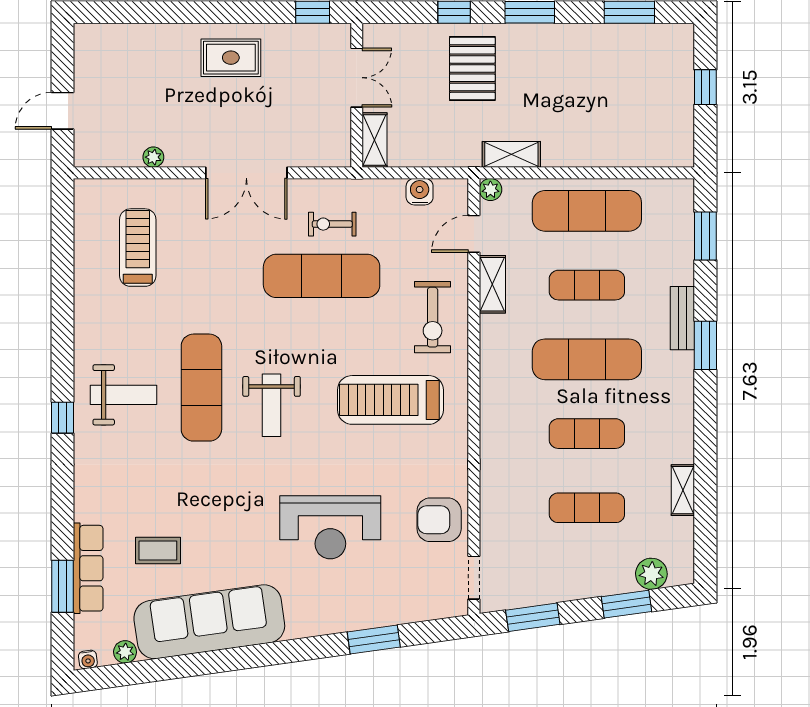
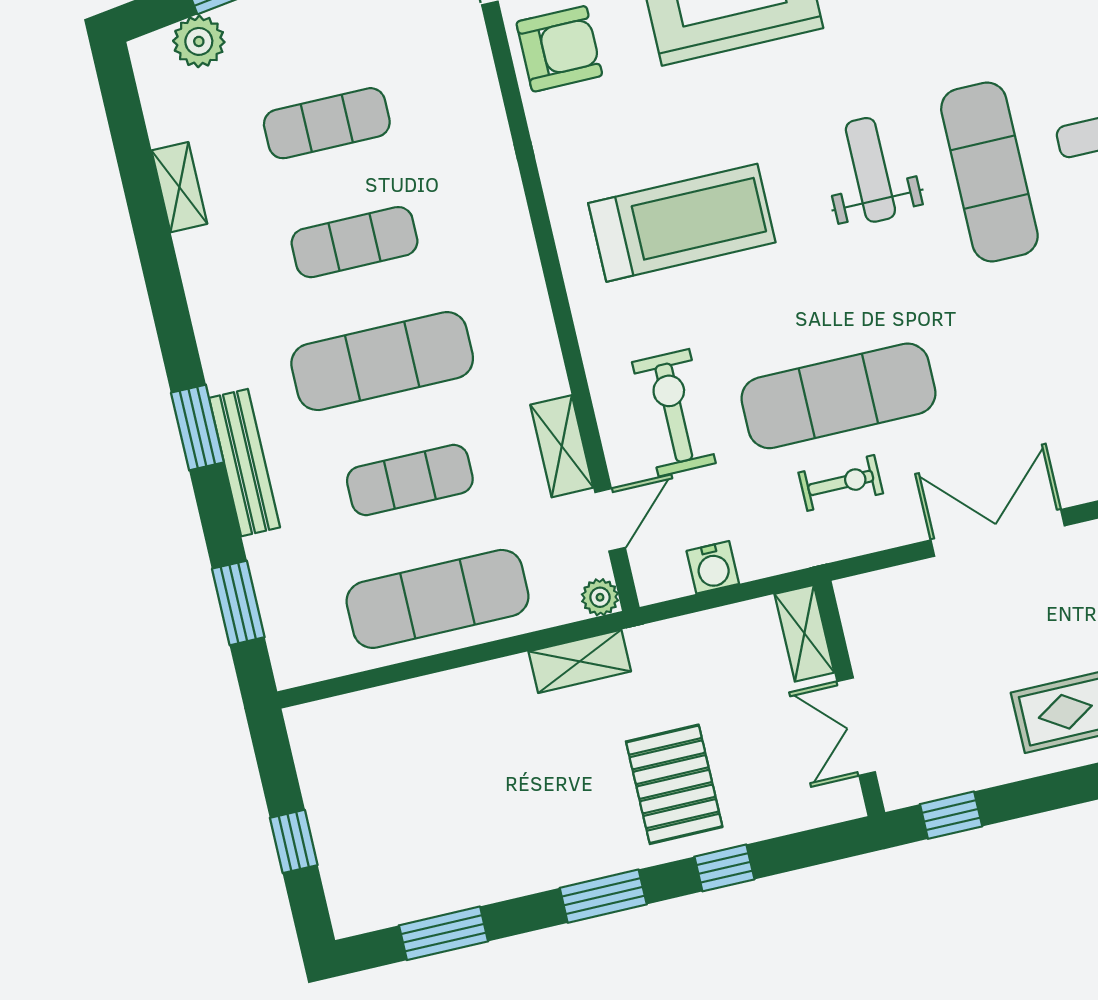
exercise bike: (433, 317) -> (674, 413), moved
bench: (682, 318) -> (244, 463), width x1.36

